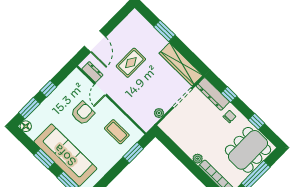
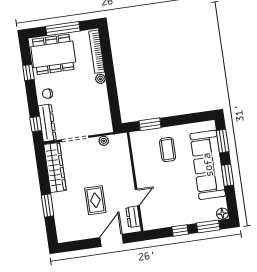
rug: (131, 63) -> (95, 200), turned 90
window: (229, 95) -> (36, 124), moved
armchair: (83, 113) -> (167, 189), removed
coffee table: (117, 132) -> (168, 150), moved

